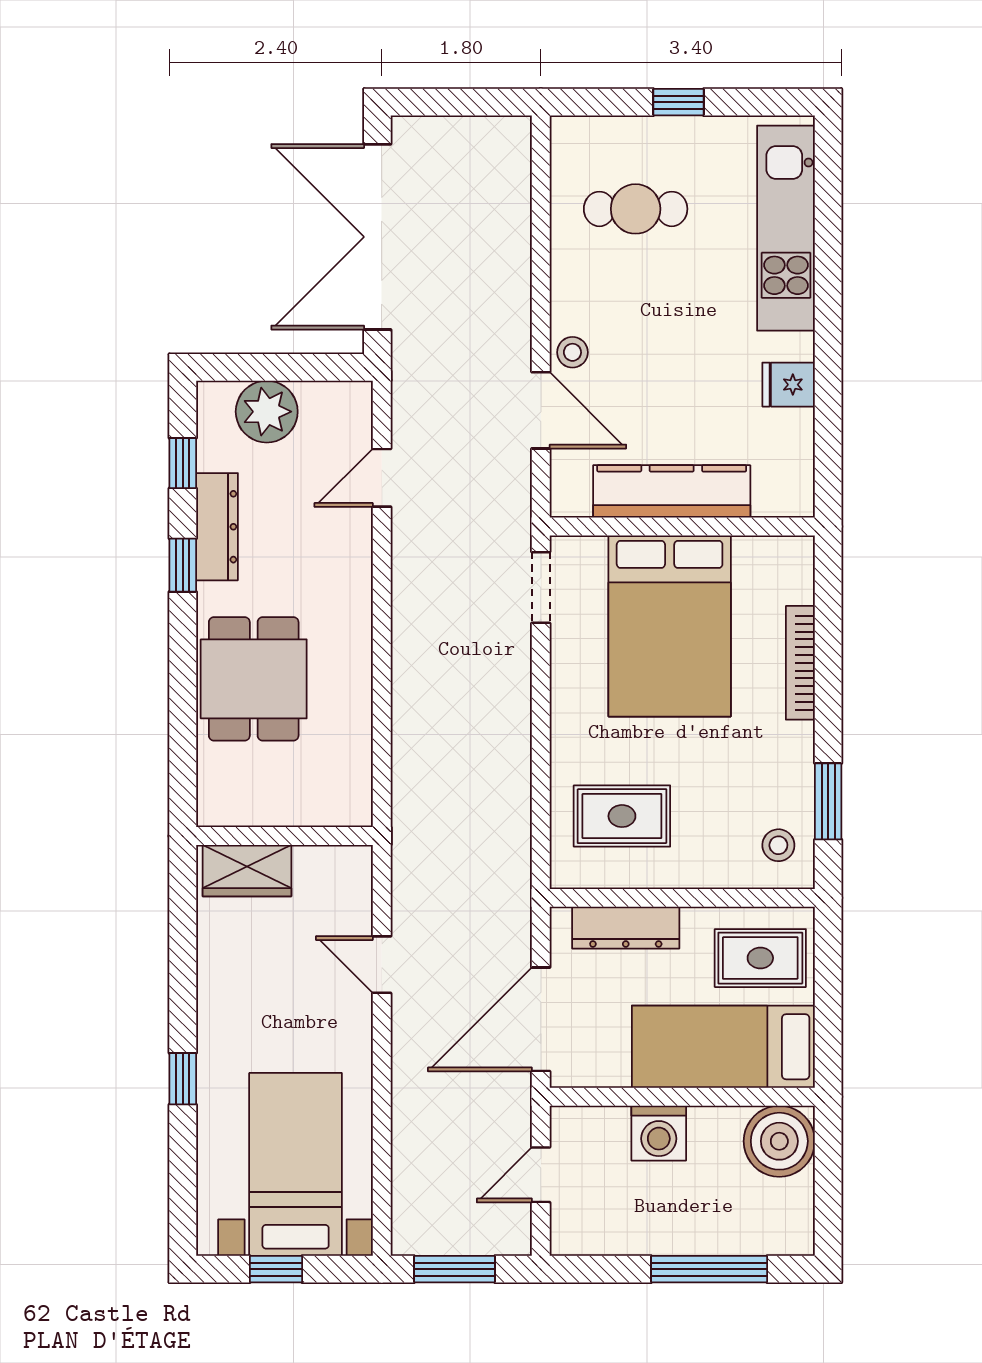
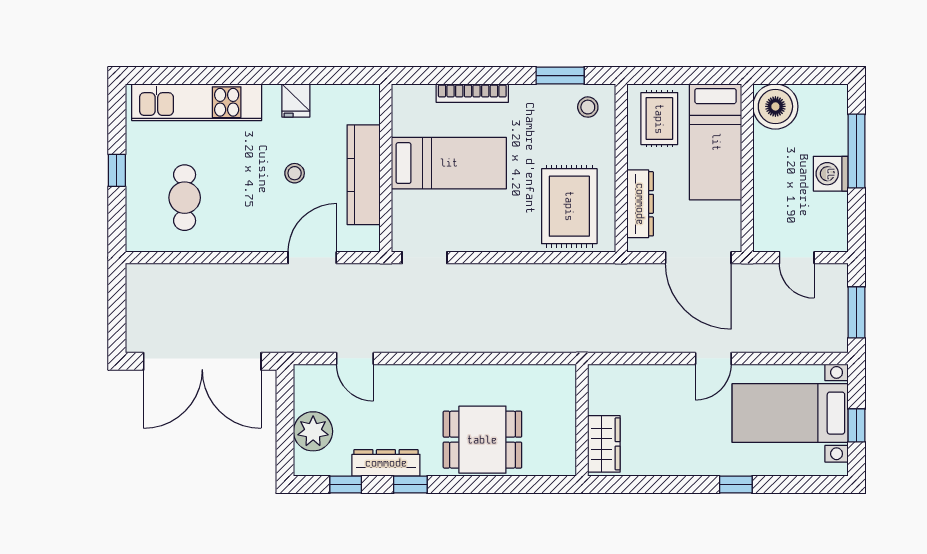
stool: (572, 352) -> (295, 173), moved
bed: (670, 626) -> (449, 163), width x0.67
rug: (622, 816) -> (569, 206), width x1.36, depth x1.43
door: (382, 965) -> (713, 358), moved
washing machine: (659, 1133) -> (831, 174), moved, turned 180

